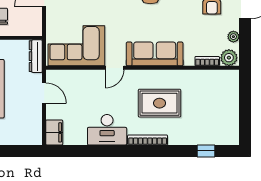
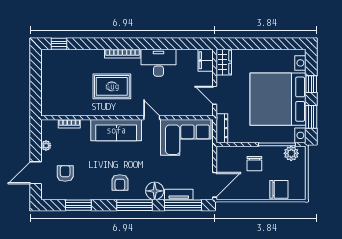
plant: (229, 58) -> (50, 127), removed
door: (115, 68) -> (152, 118), hinge flipped
wardrobe: (34, 130) -> (224, 62), added
window: (206, 151) -> (59, 44), moved

